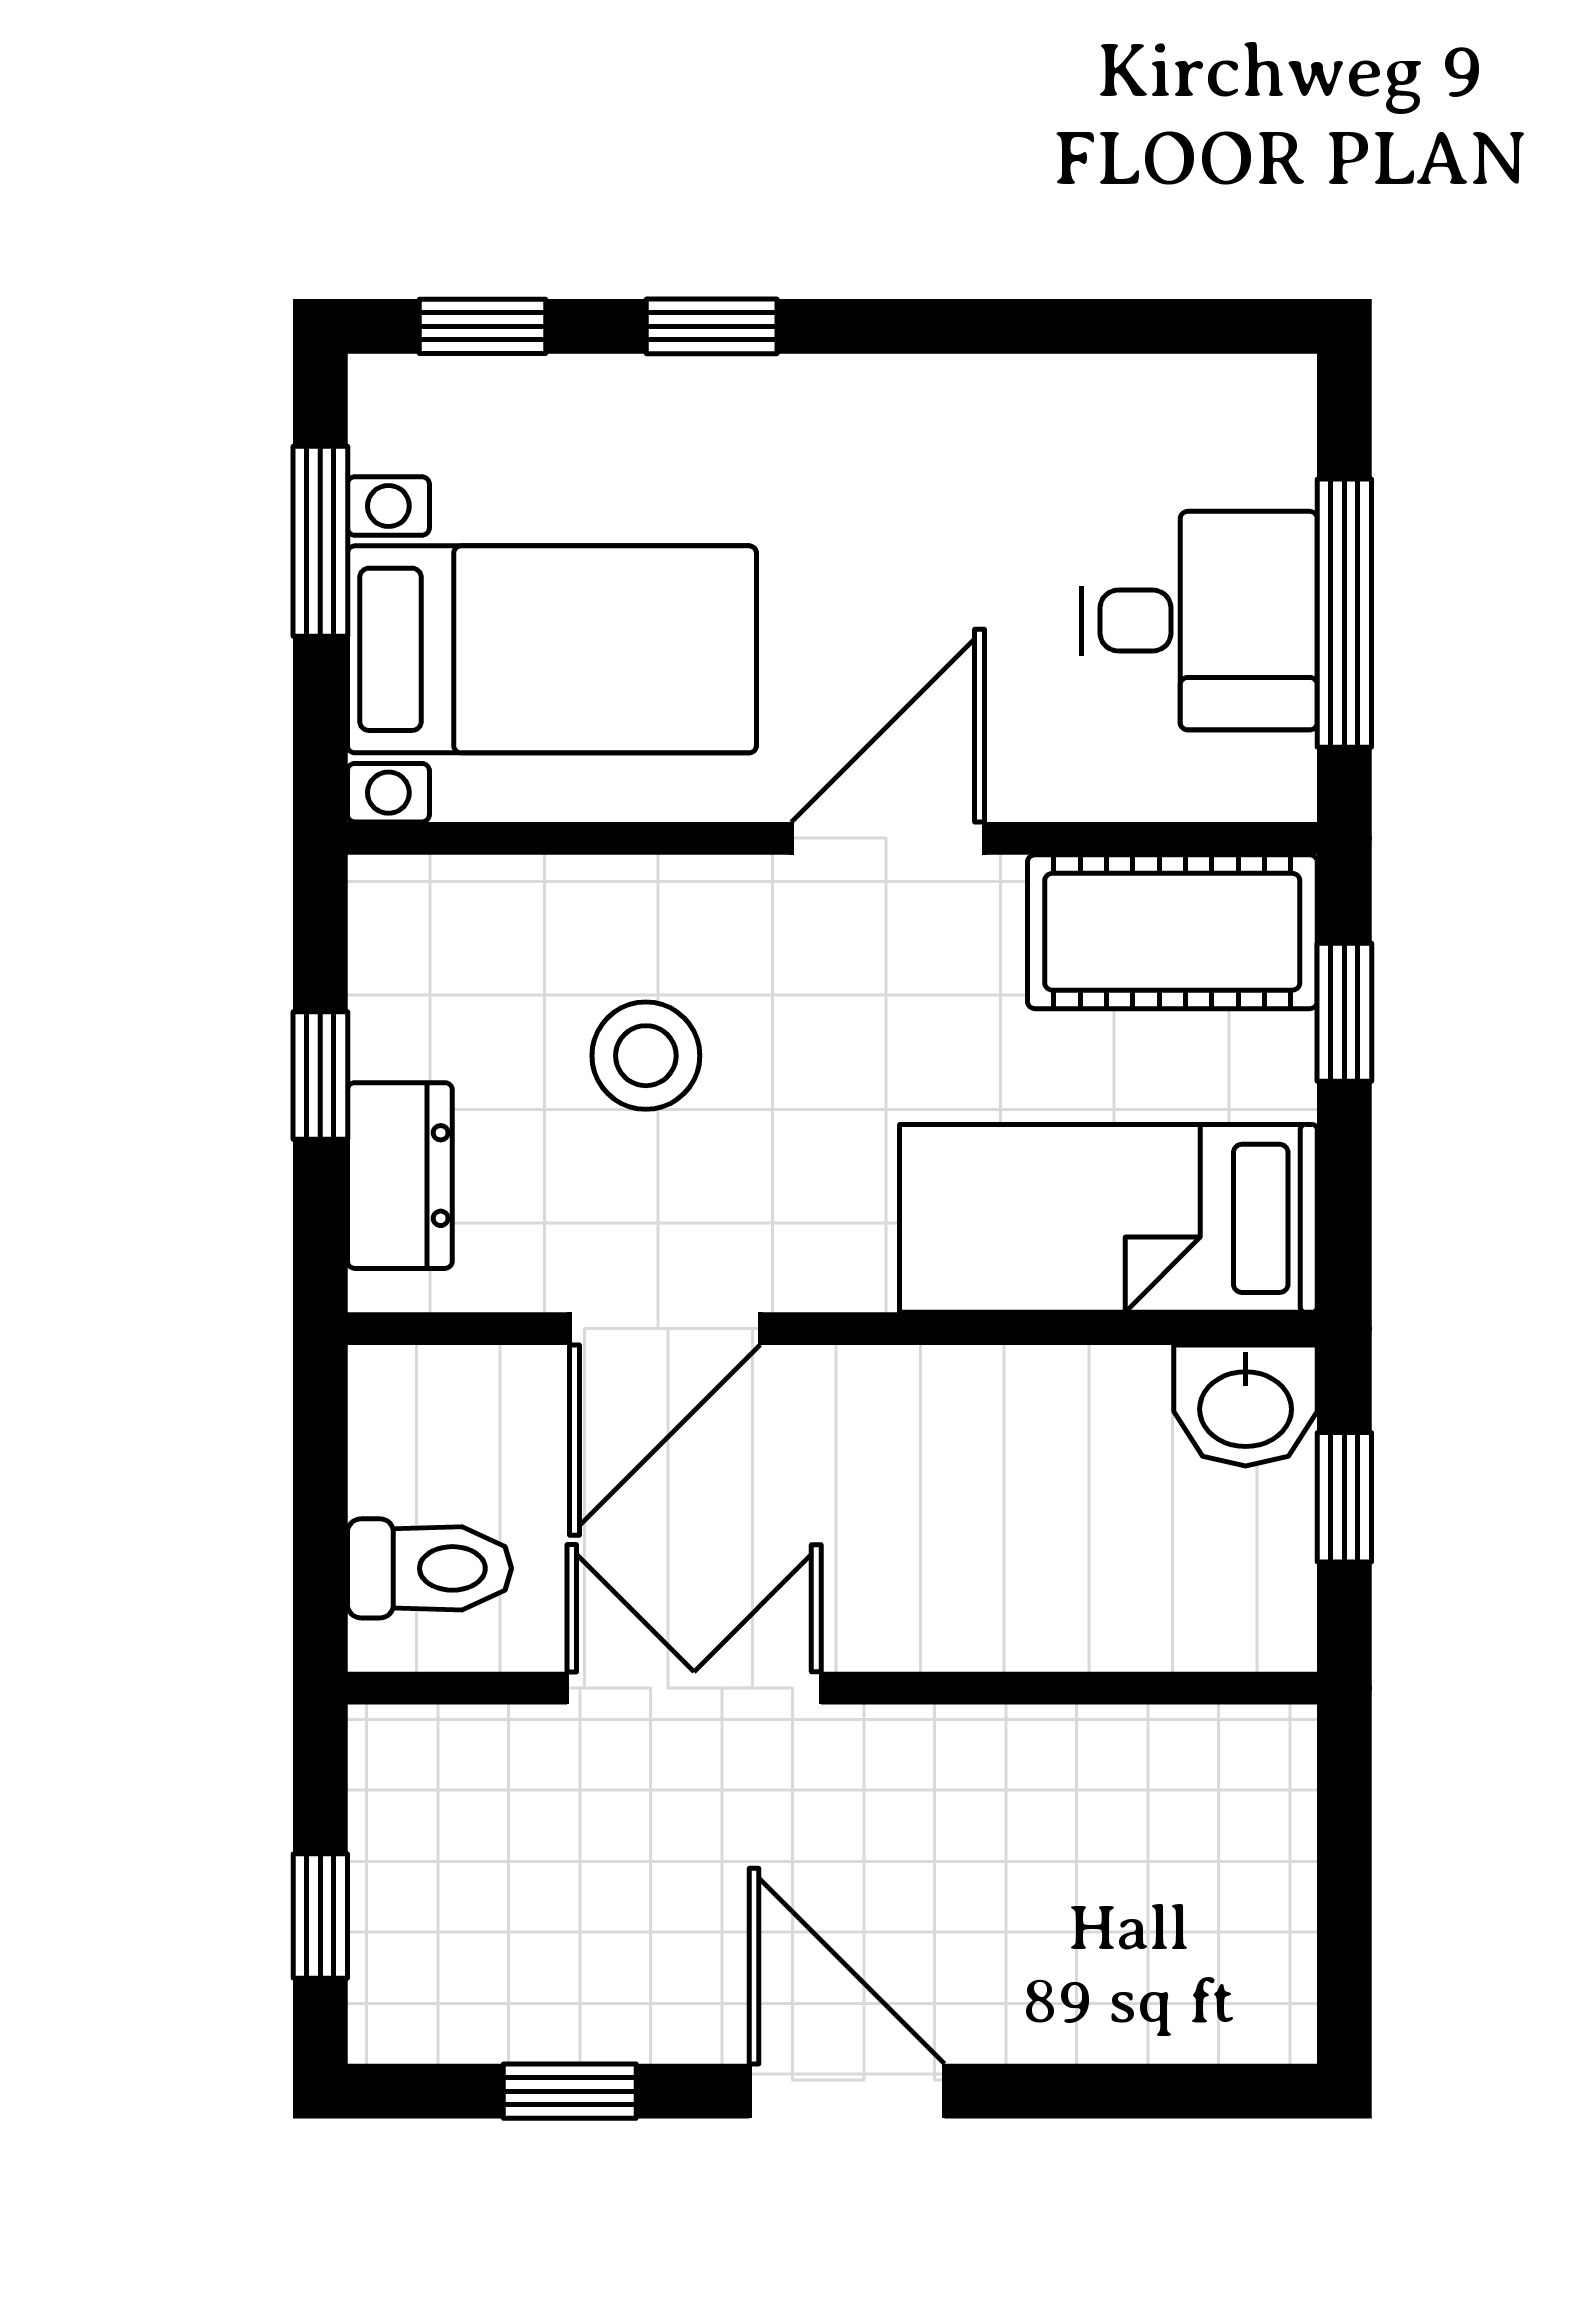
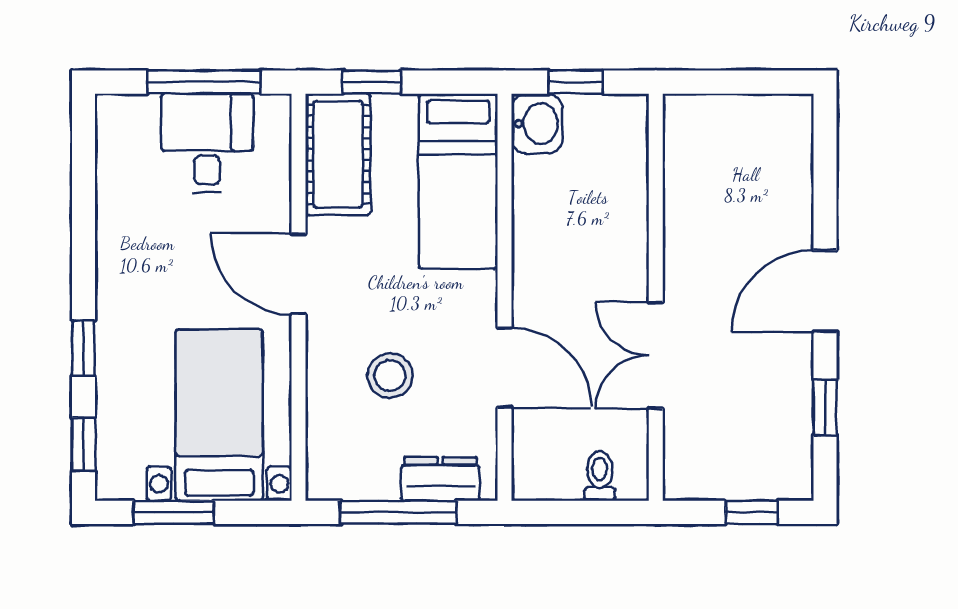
window: (320, 1075) -> (398, 512), width x2.17
toilet: (429, 1568) -> (600, 476), width x0.73, depth x0.72

